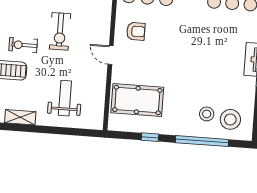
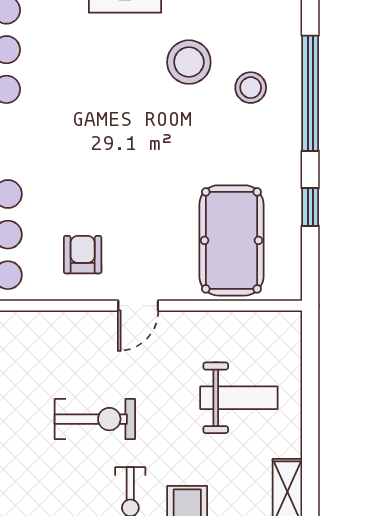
weight bench: (65, 98) -> (239, 398), turned 180
stool: (230, 119) -> (189, 62), moved

